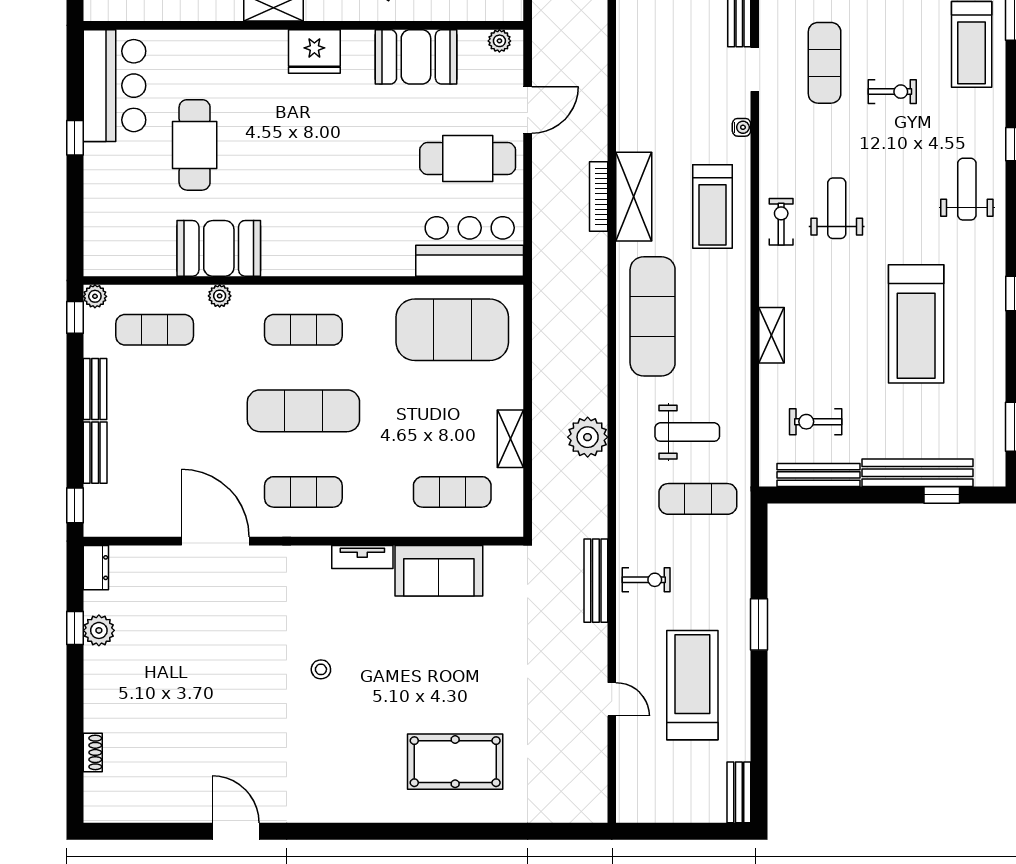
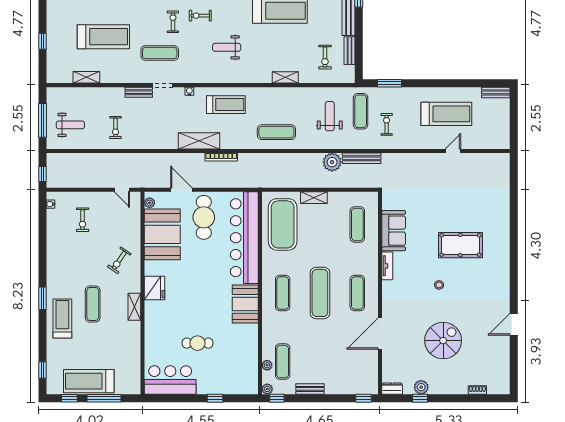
booth: (416, 57) -> (162, 234), width x1.36, depth x1.42
window: (75, 138) -> (215, 398), moved
cafe table: (195, 145) -> (198, 343), width x0.73, depth x0.74
shelving: (634, 197) -> (199, 141), moved
exercise bike: (781, 222) -> (200, 16), moved
bar counter: (470, 246) -> (244, 238), width x1.86
booth: (219, 248) -> (245, 304), moved
plant: (220, 296) -> (267, 365), moved
exercise mat: (653, 316) -> (276, 132), width x0.73, depth x0.69
shelving: (510, 439) -> (314, 198), moved
bench: (95, 453) -> (339, 389), removed
bench: (818, 475) -> (350, 51), width x0.73
exercise bike: (646, 580) -> (387, 124), moved
bench: (596, 581) -> (362, 158), moved
window: (759, 624) -> (389, 83), moved
spiral stairs: (200, 678) -> (443, 341), added
treadmill: (692, 685) -> (446, 114), turned 180
pool table: (455, 762) -> (460, 245), moved, turned 90

